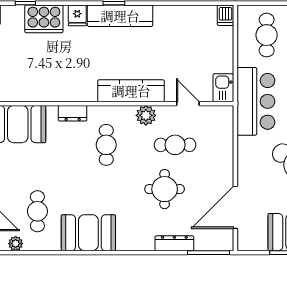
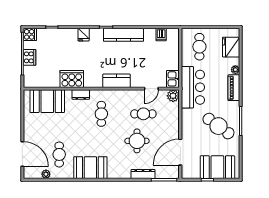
dishwasher: (225, 15) -> (161, 35), moved
kitchen counter: (120, 16) -> (123, 35), moved
cooker: (44, 19) -> (72, 79), moved, turned 180
kitchen counter: (131, 91) -> (116, 81), width x0.67
door: (188, 104) -> (151, 89), swing flipped
plant: (146, 115) -> (173, 96), moved

